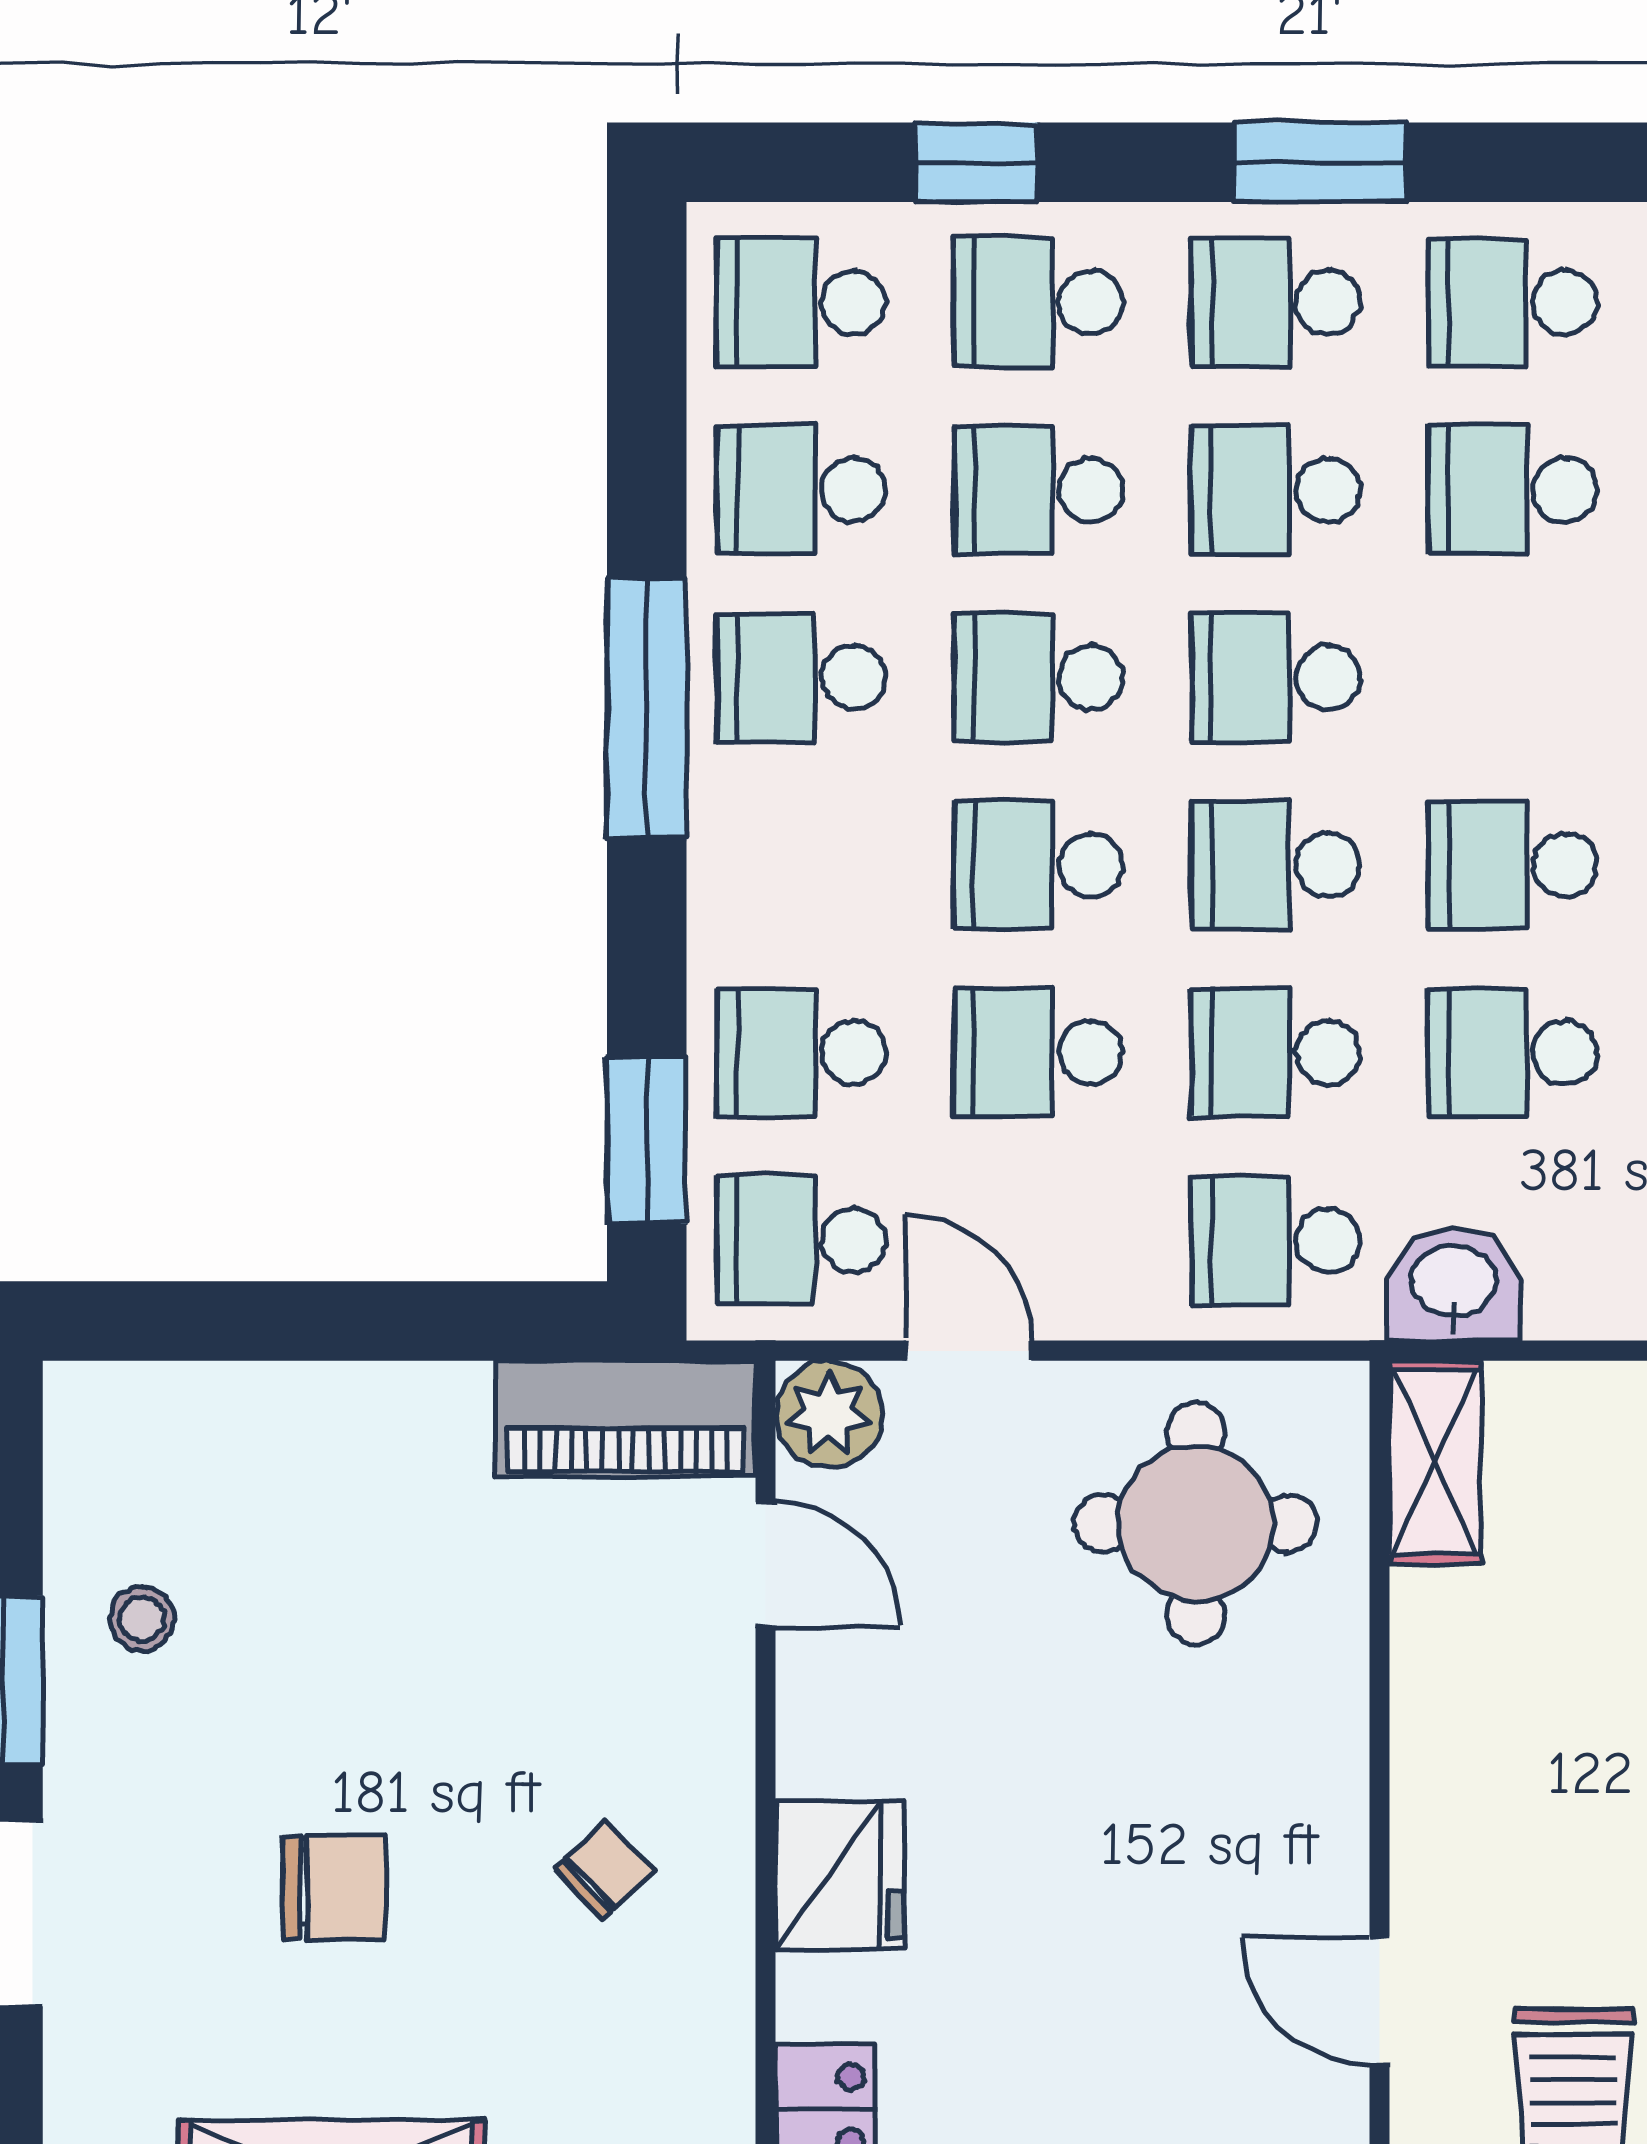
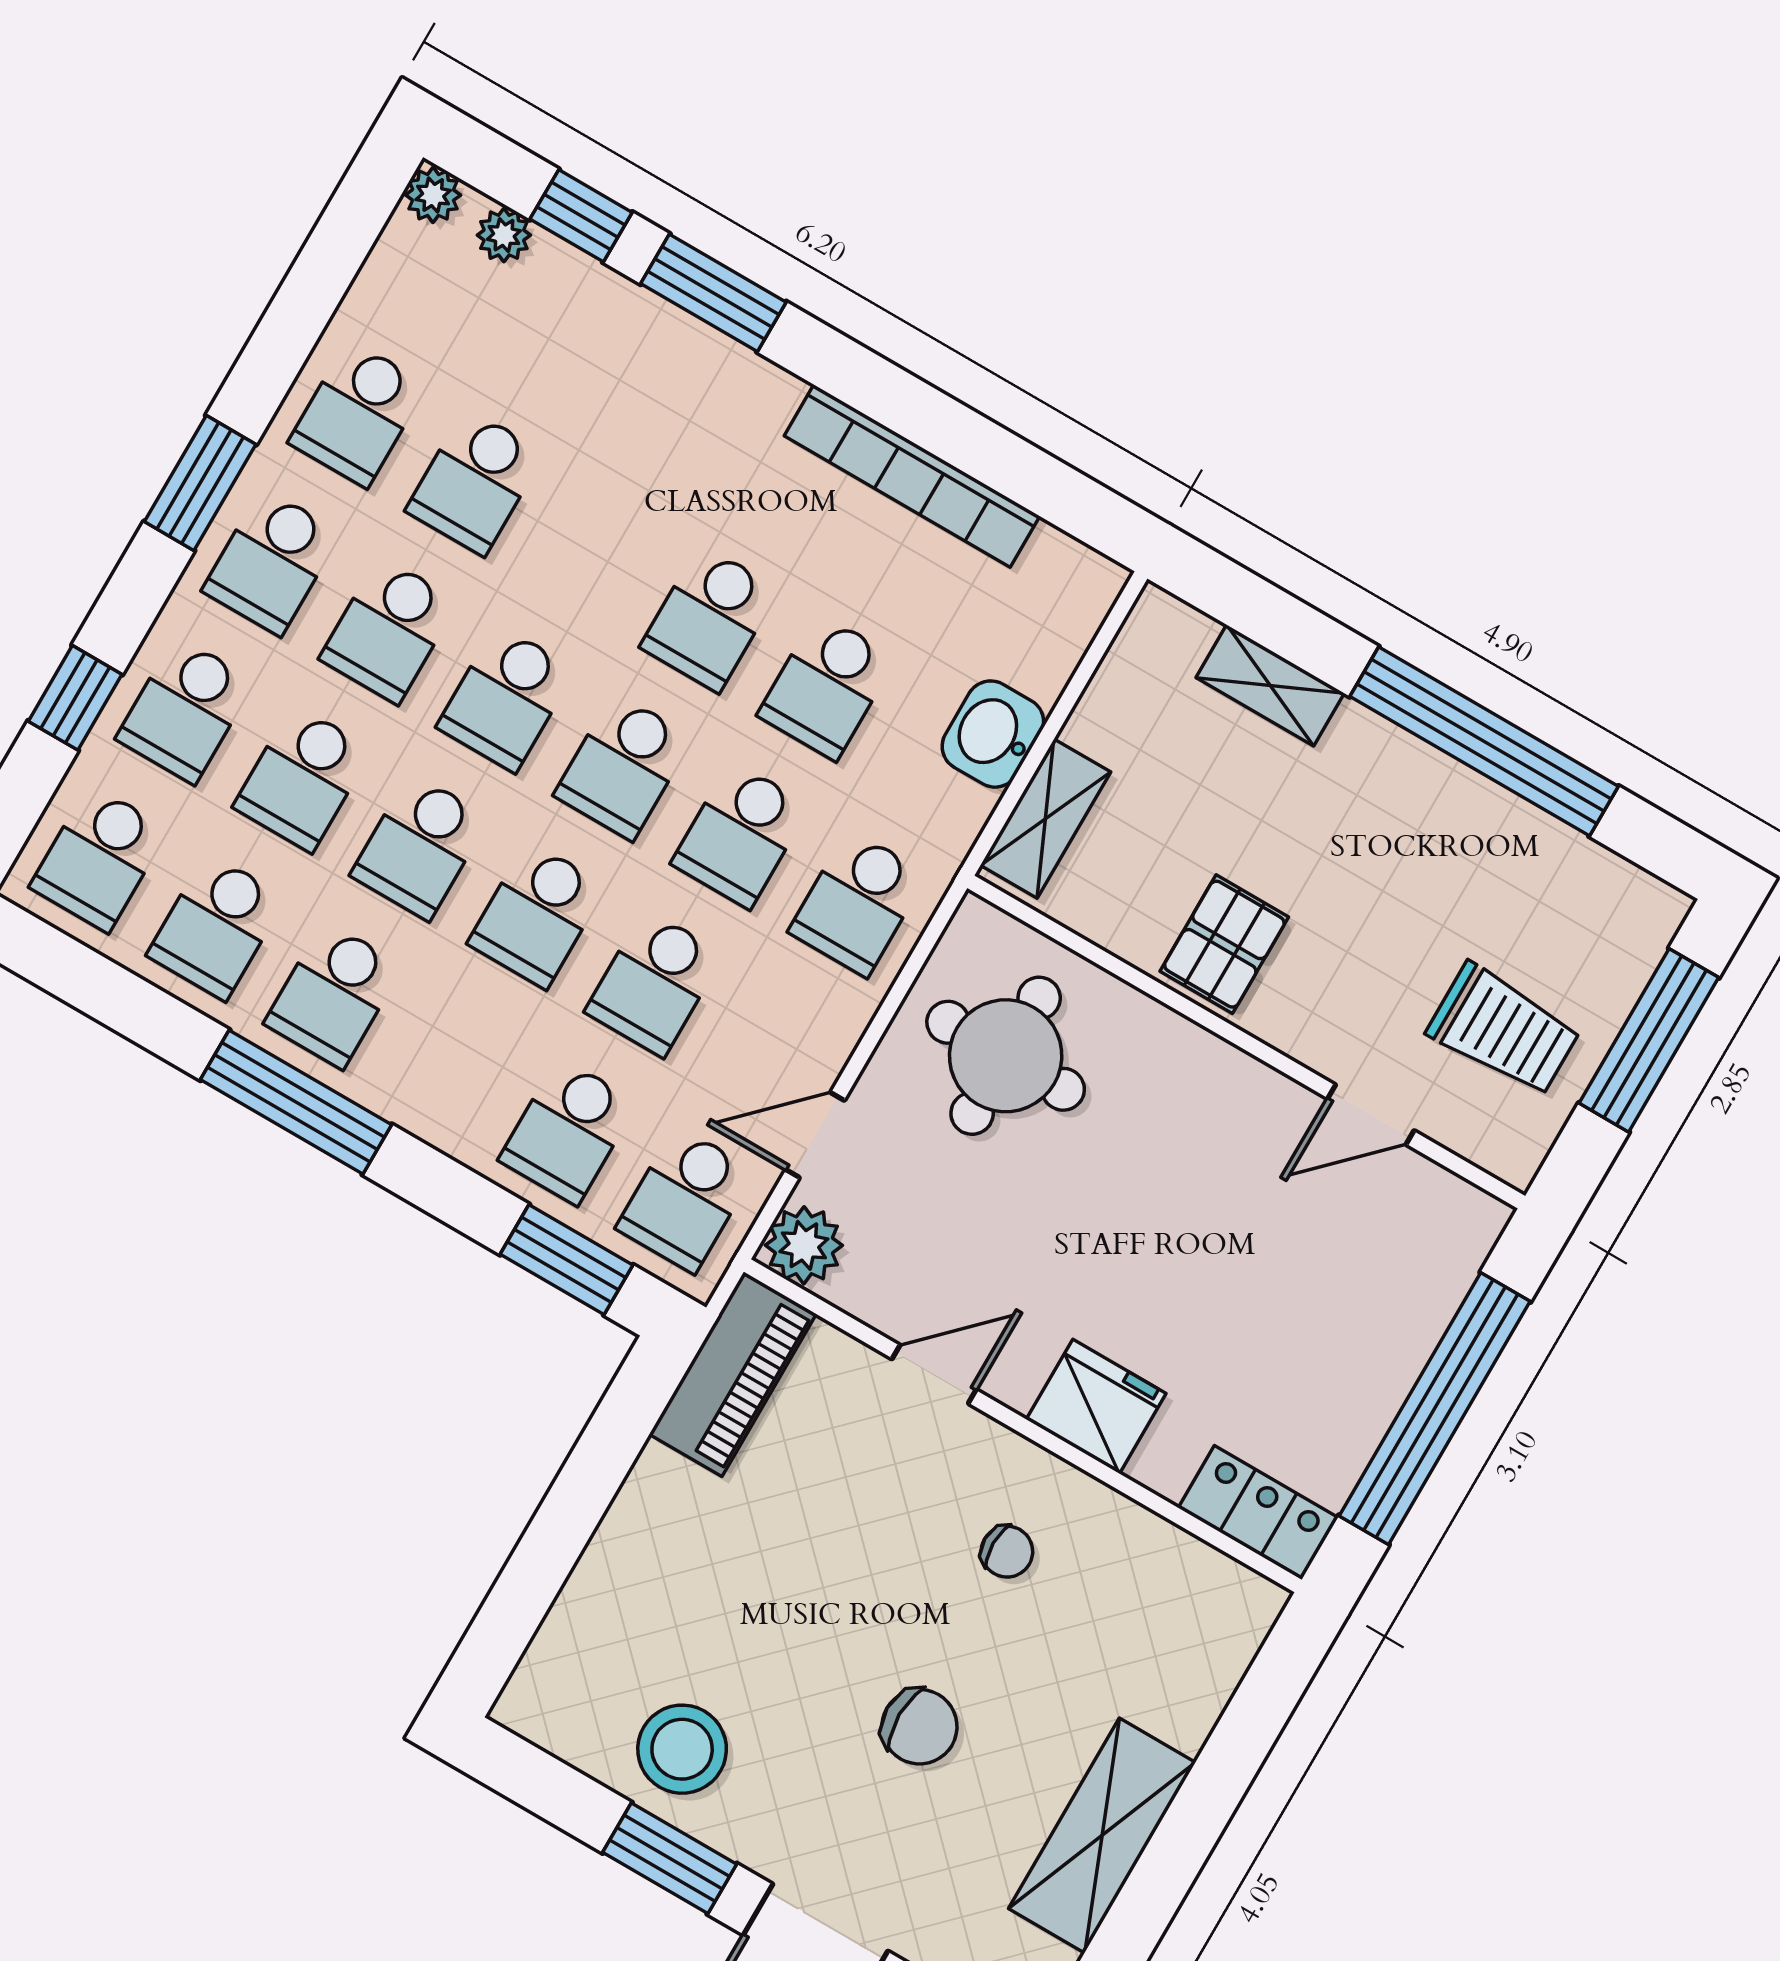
washbasin: (1454, 1284) -> (993, 734), moved
shelving: (1435, 1462) -> (1046, 819), moved, turned 90
door: (766, 1564) -> (934, 1374), moved
stool: (142, 1619) -> (682, 1749), width x1.89, depth x1.89
pallet: (1481, 1707) -> (1224, 944), added
chair: (604, 1870) -> (1007, 1552), turned 134
chair: (334, 1887) -> (919, 1727), turned 90

